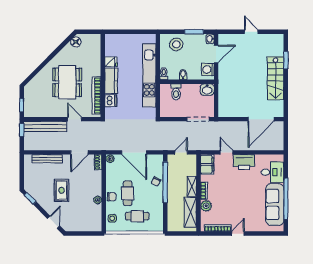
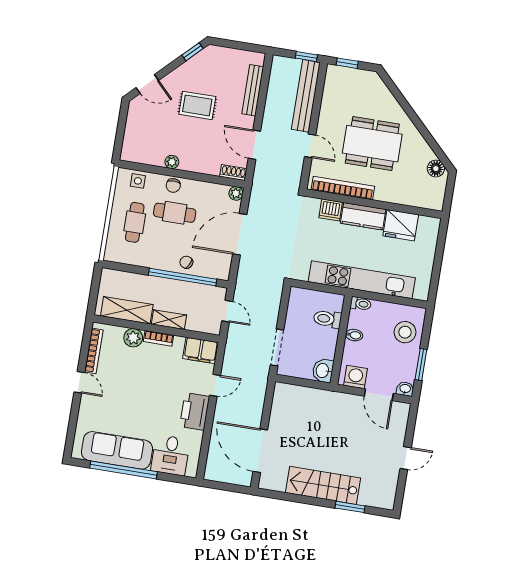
fridge: (111, 62) -> (401, 225), width x1.88, depth x1.34
door: (75, 119) -> (310, 146), hinge flipped

